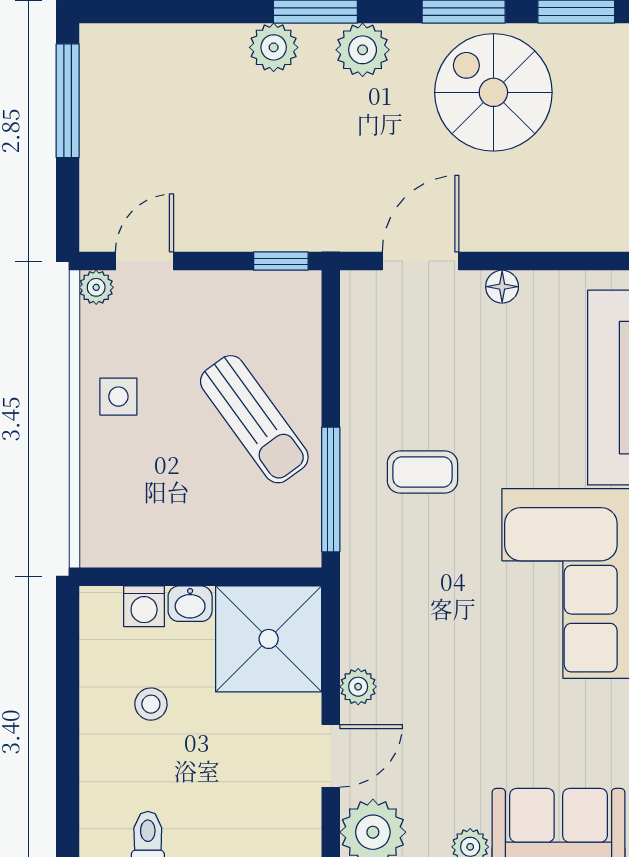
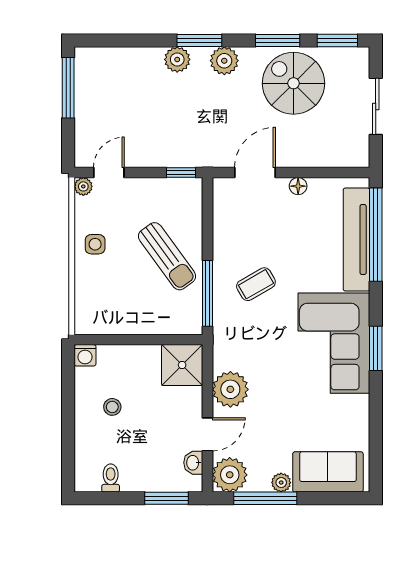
coffee table: (422, 472) -> (256, 284), turned -30
washbasin: (190, 604) -> (193, 463), moved, turned 90
washing machine: (144, 606) -> (85, 355), moved
shower: (269, 639) -> (182, 365), width x0.73, depth x0.73
plant: (358, 687) -> (230, 389), width x1.87, depth x1.87

